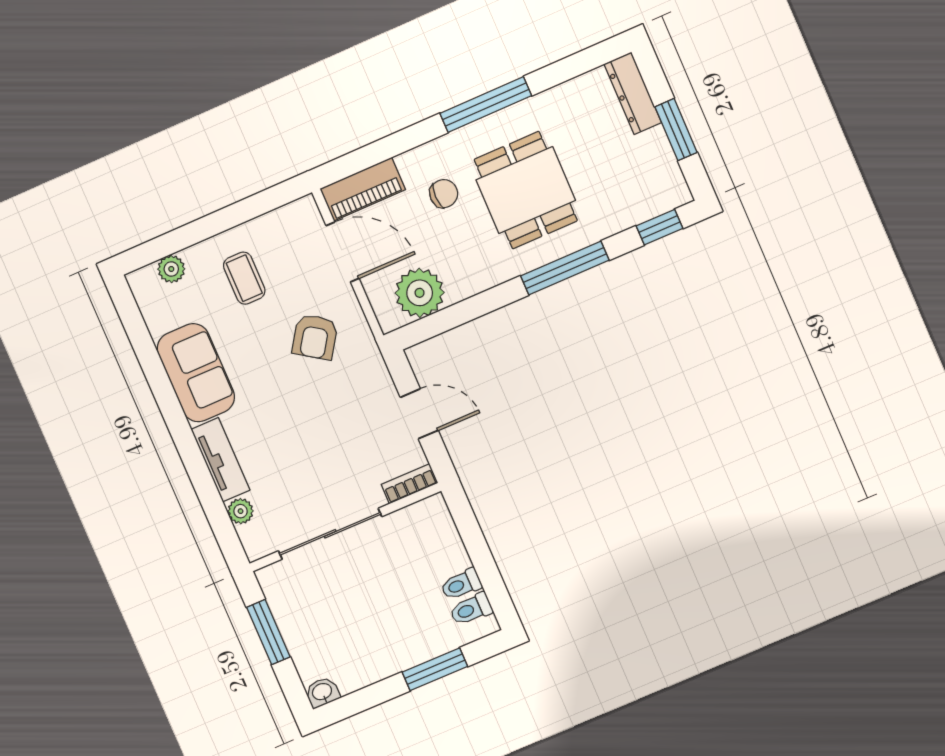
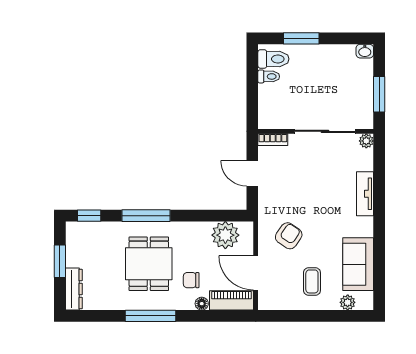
floor lamp: (410, 162) -> (202, 304), added
sofa: (196, 373) -> (358, 264), moved
plant: (241, 511) -> (366, 141), moved
toilet: (471, 609) -> (273, 59), width x1.37, depth x1.39

